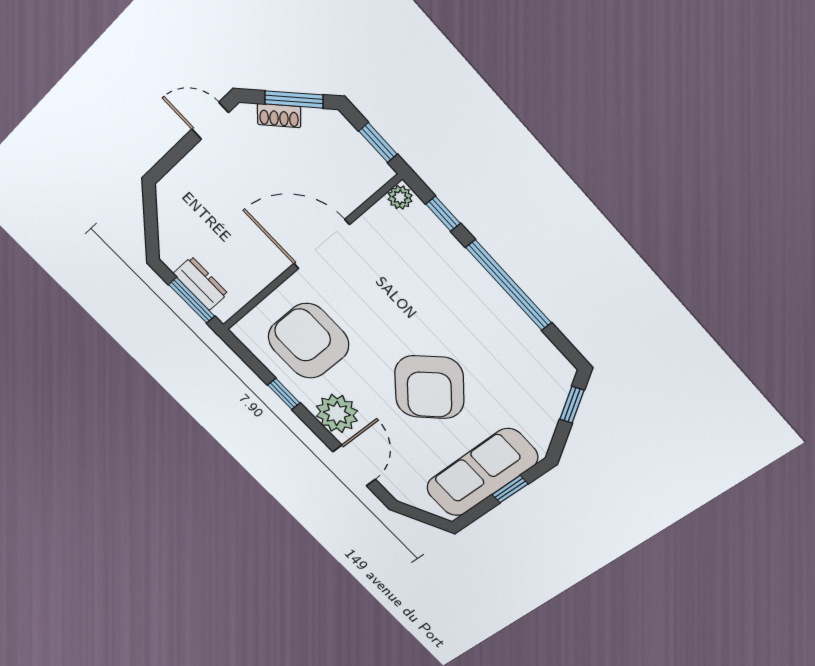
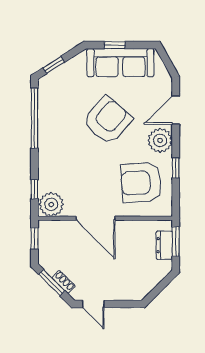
plant: (400, 197) -> (51, 204), width x1.88, depth x1.88
window: (509, 285) -> (34, 118), moved
armchair: (308, 341) -> (141, 183), turned 86

